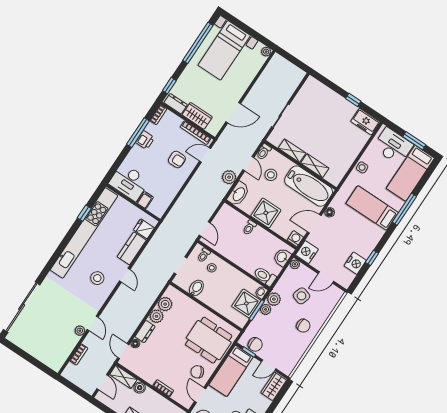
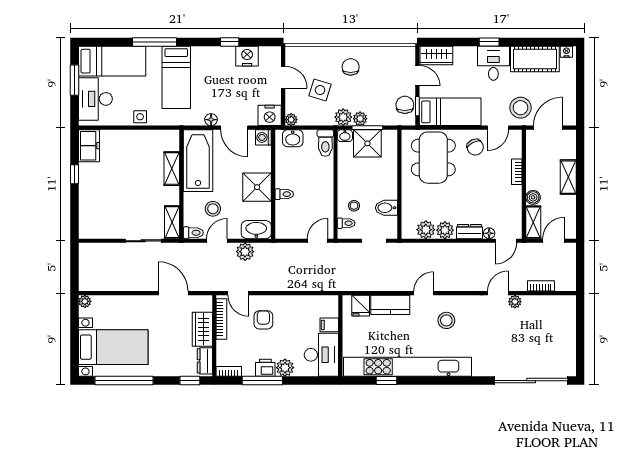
shelving: (292, 151) -> (172, 222), moved
plant: (137, 153) -> (285, 368), added

